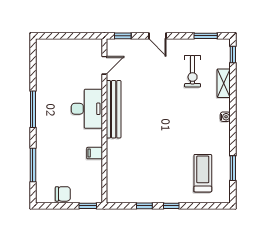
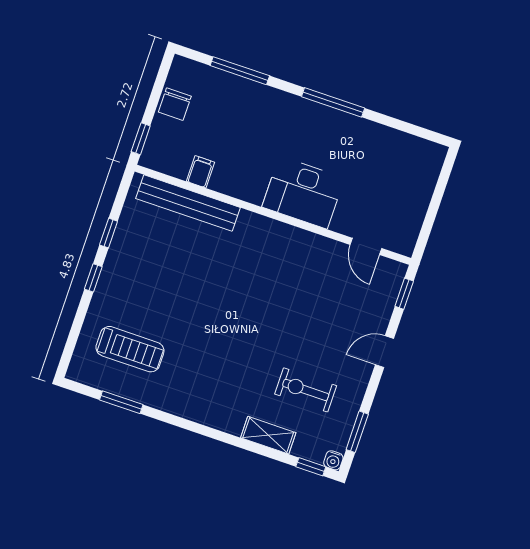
bench: (114, 109) -> (188, 203), moved
water cooler: (225, 117) -> (333, 460), moved
filing cabinet: (95, 153) -> (200, 172), moved

